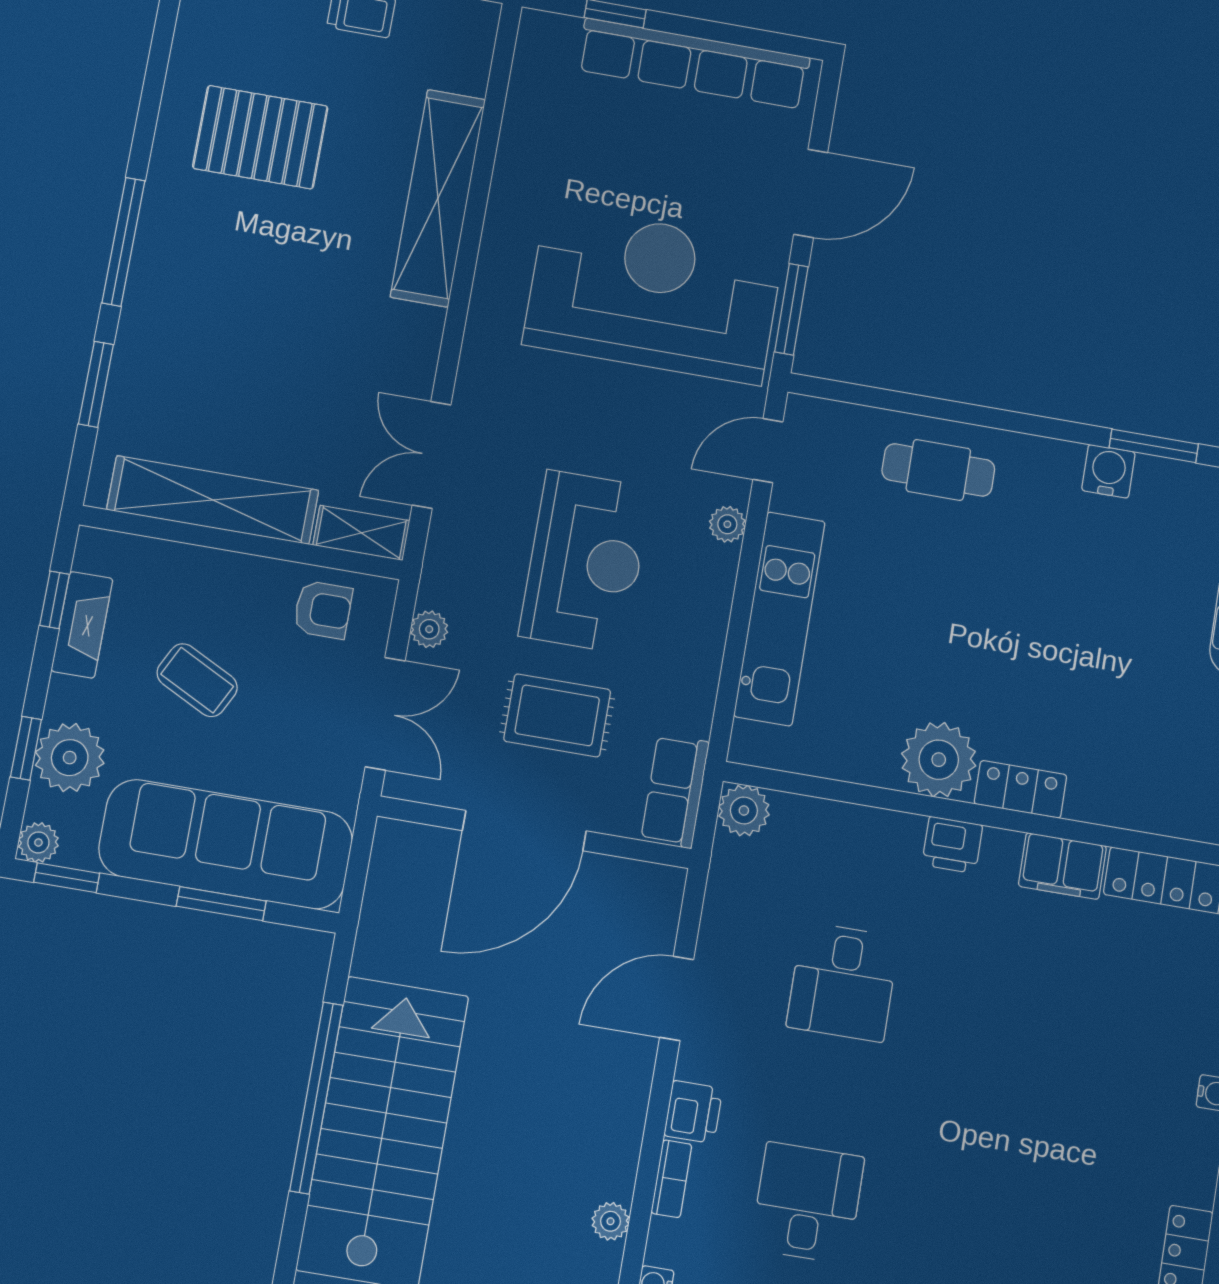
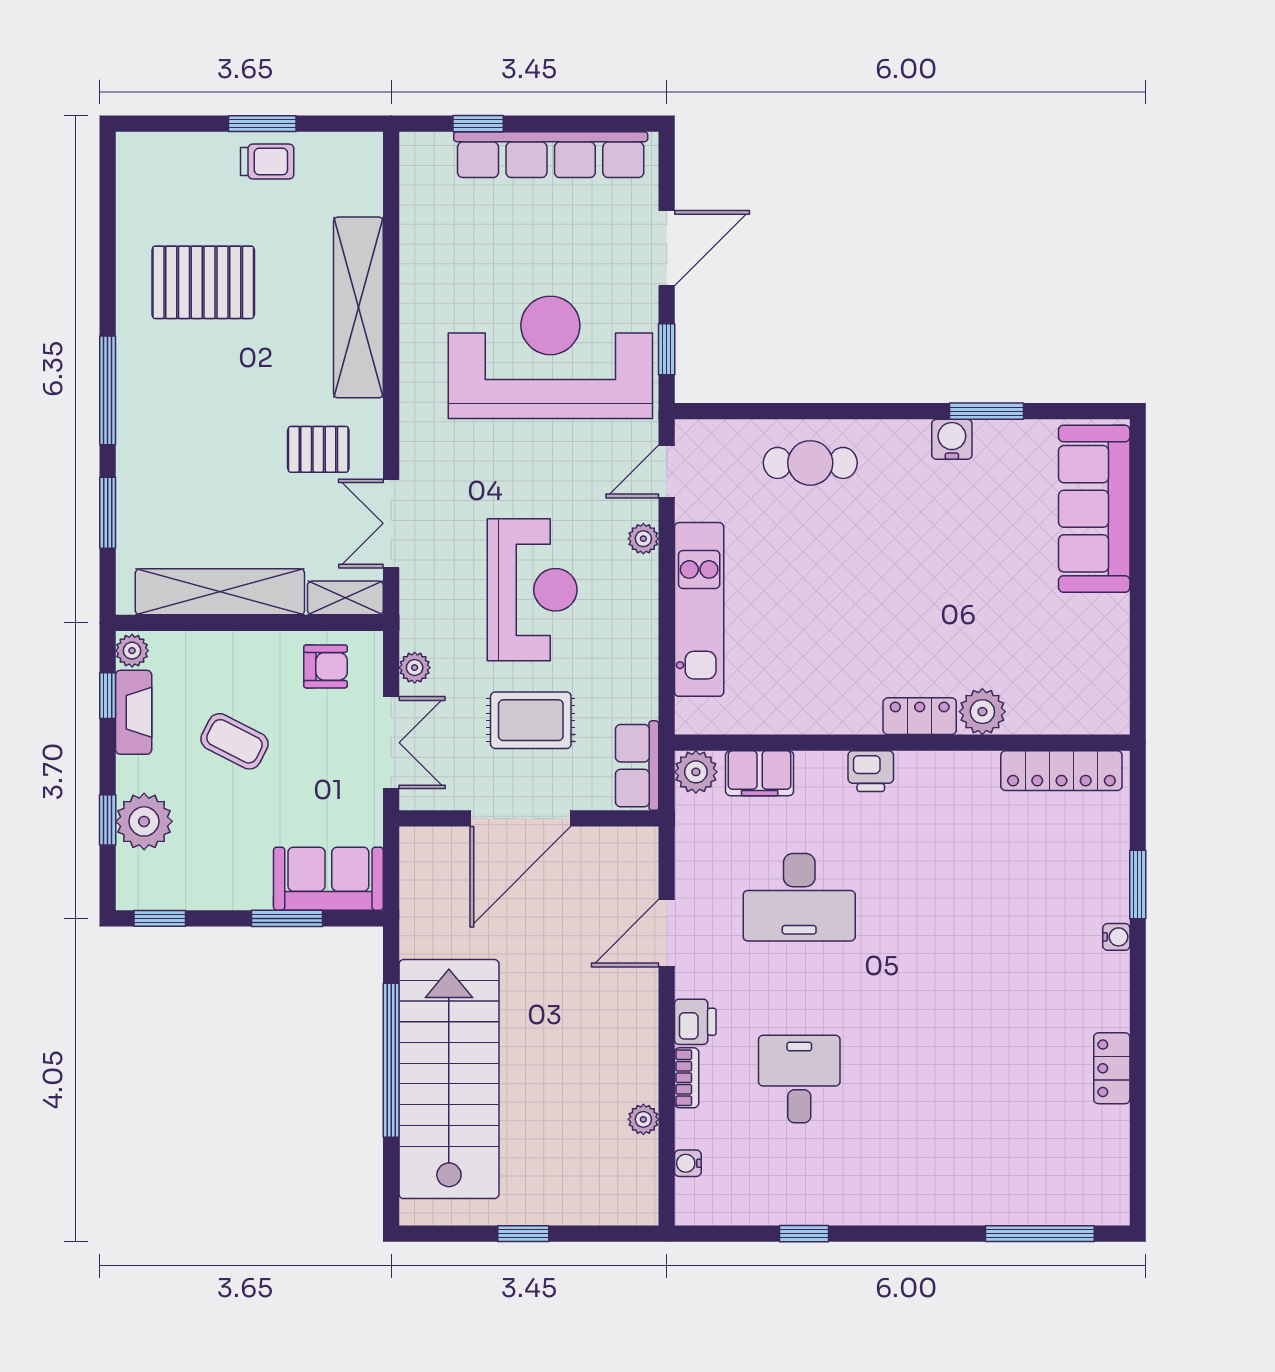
window: (791, 309) -> (667, 349), width x0.67
pallet: (361, 354) -> (318, 449), added
plant: (939, 760) -> (982, 712), moved, width x0.73, depth x0.73
plant: (38, 842) -> (132, 651), moved
sofa: (226, 844) -> (328, 879), width x0.54, depth x0.79
filing cabinet: (1062, 866) -> (760, 773), moved
desk: (843, 982) -> (799, 897), width x1.37

